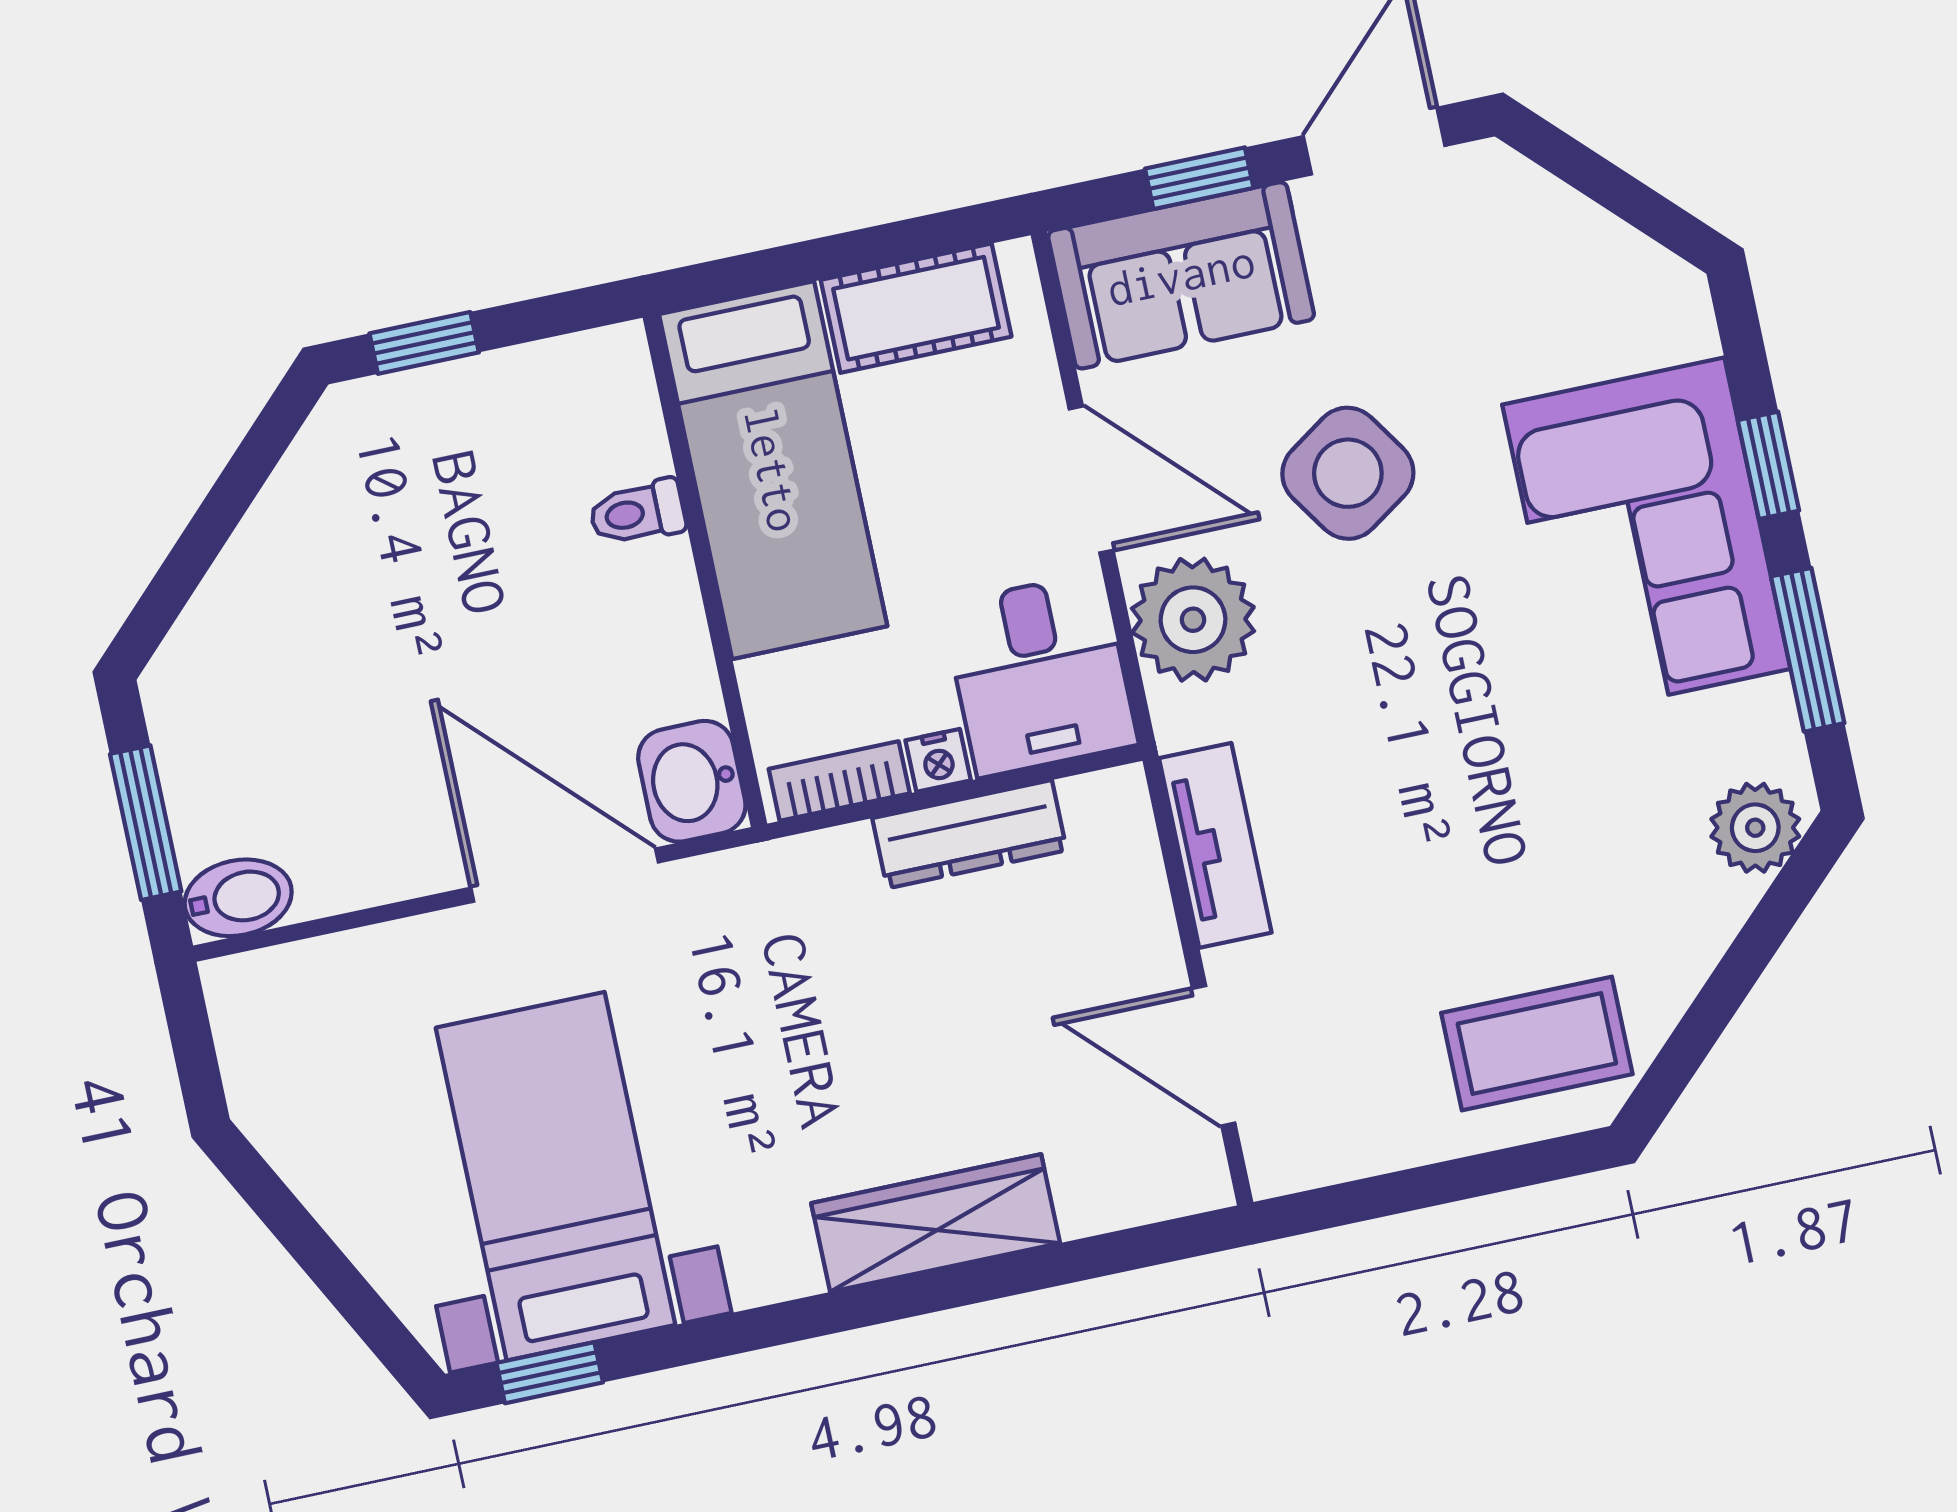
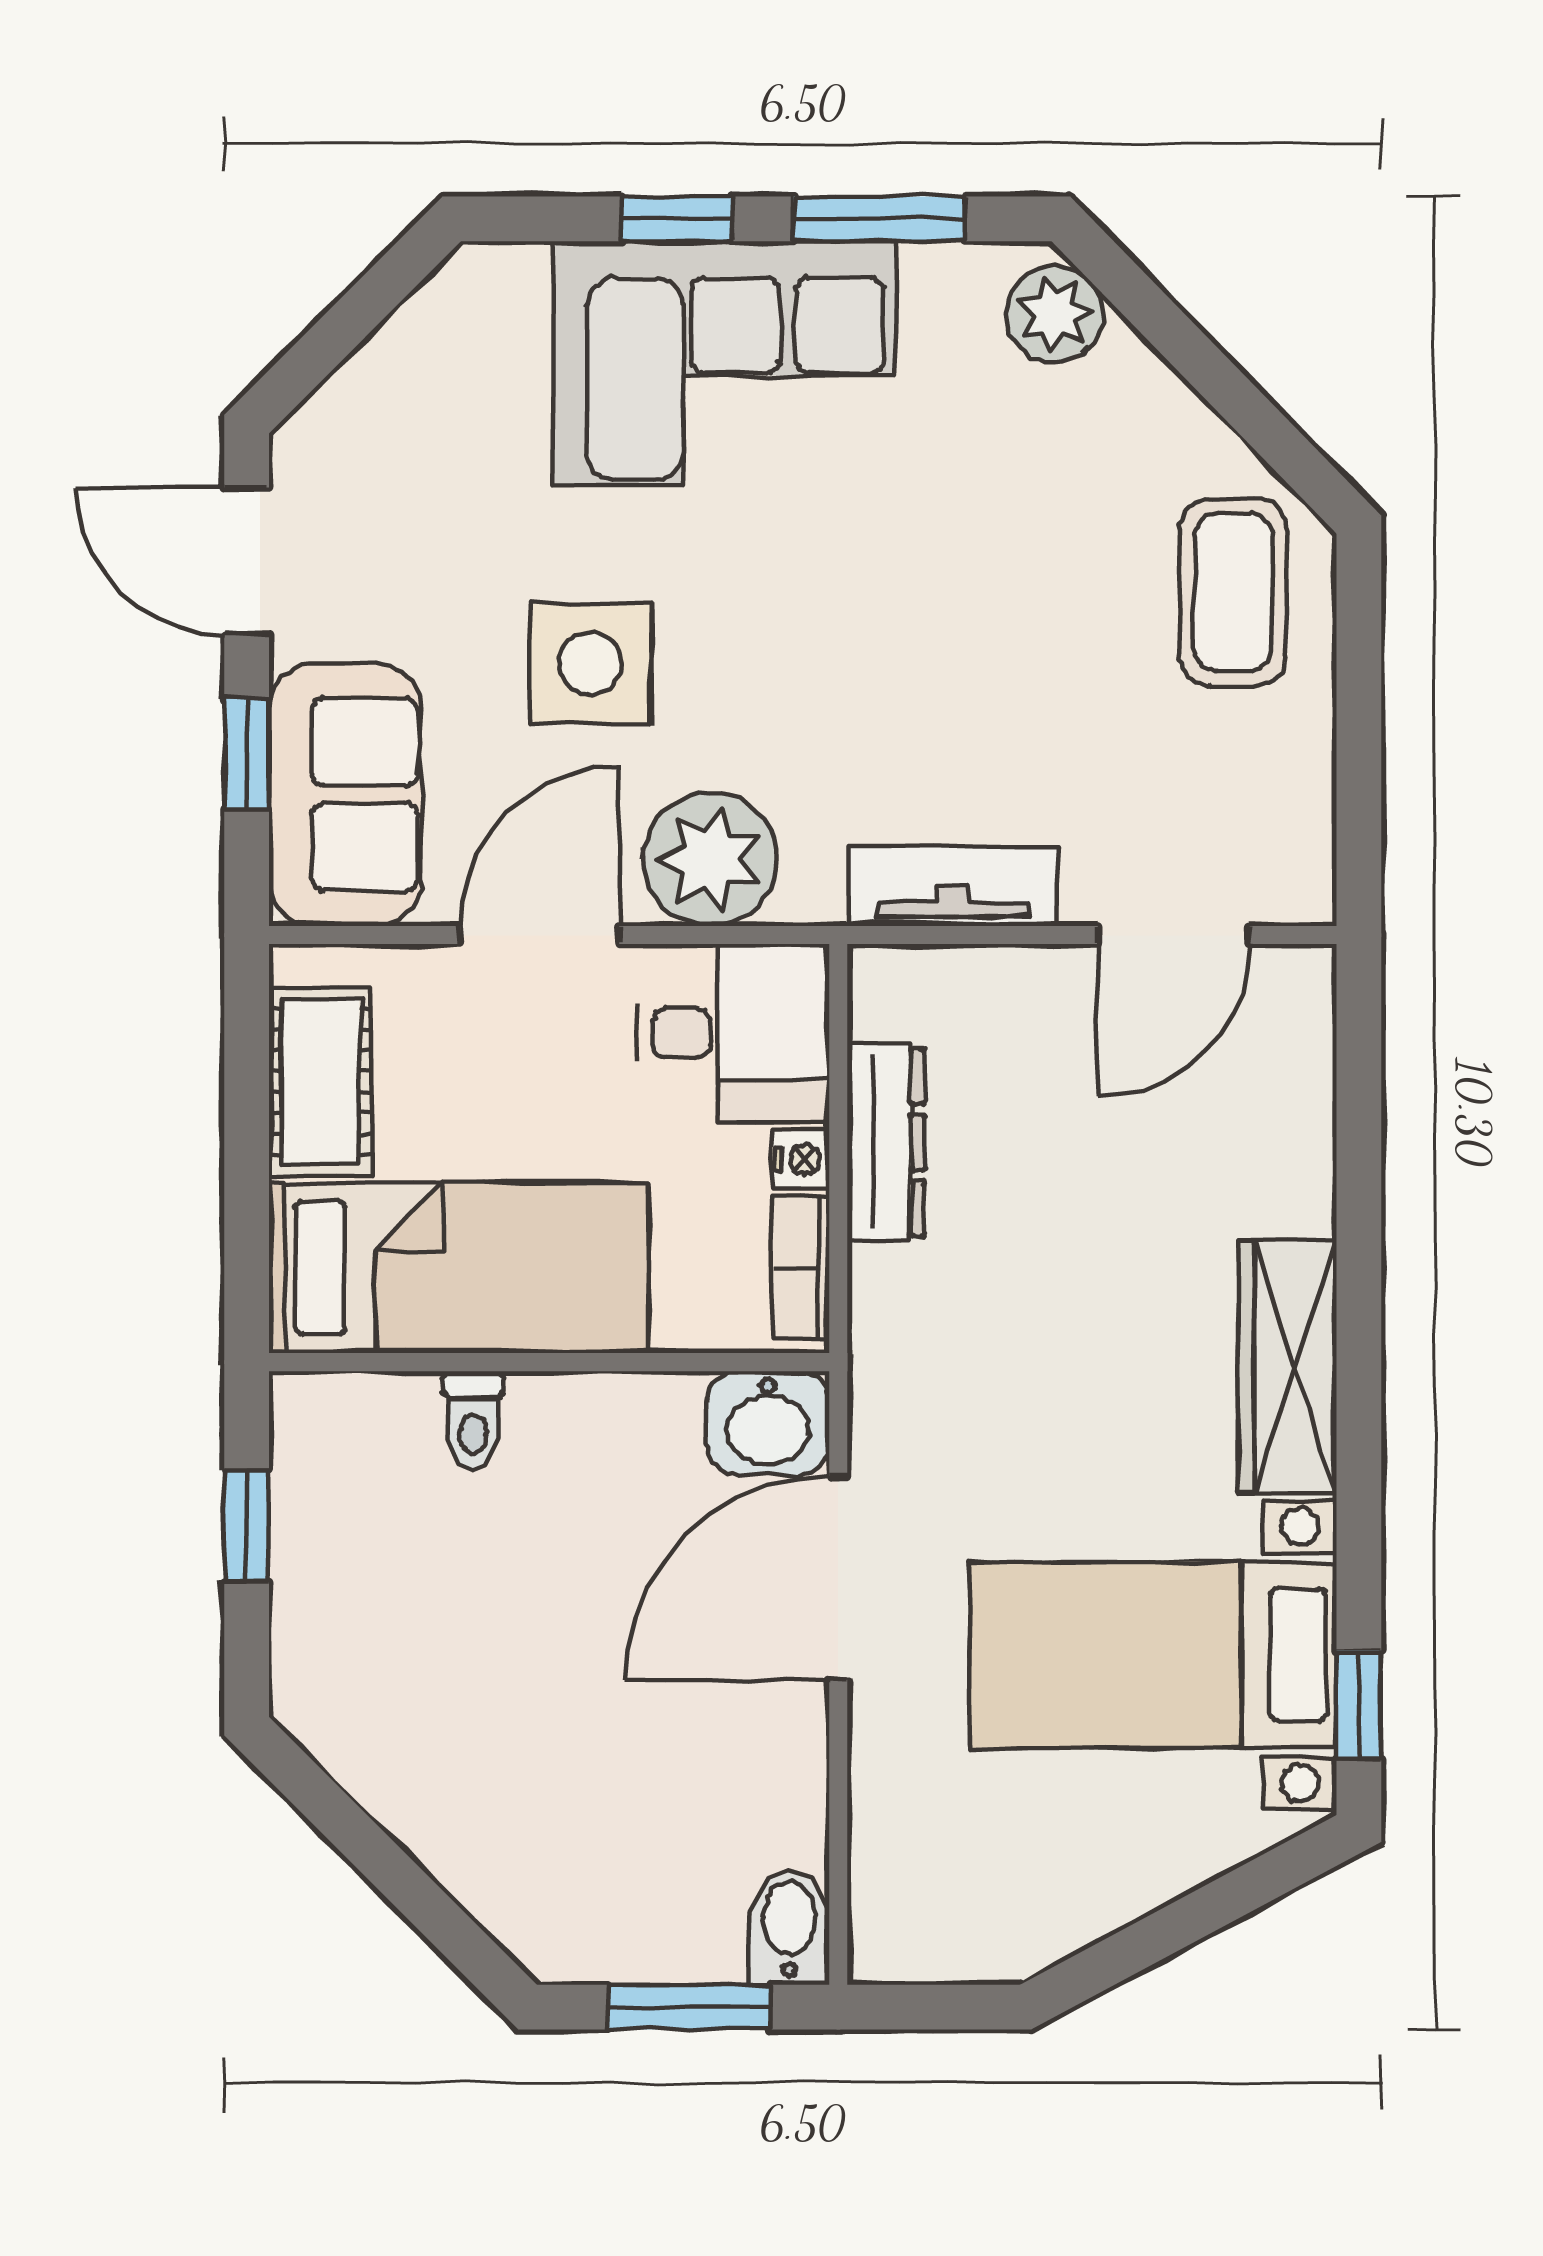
window: (424, 343) -> (247, 1526), moved
side table: (1348, 473) -> (591, 663), turned 34
wardrobe: (936, 1223) -> (1288, 1366), moved

